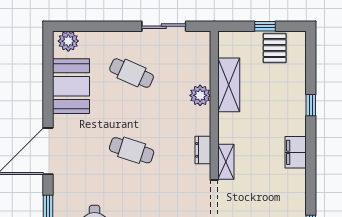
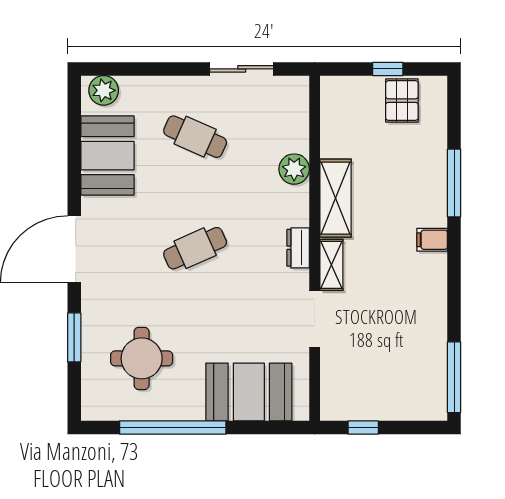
shelving: (229, 85) -> (336, 198), moved
window: (311, 105) -> (454, 183), width x2.17
cafe table: (132, 150) -> (195, 248), turned -42
filing cabinet: (296, 152) -> (432, 240), width x0.50

